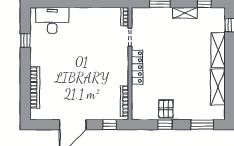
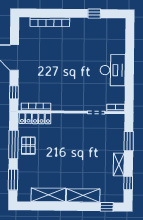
desk: (52, 20) -> (113, 70), moved
locker: (137, 67) -> (35, 118), moved
pallet: (166, 109) -> (28, 146), turned 90
window: (165, 125) -> (13, 145), width x2.17

